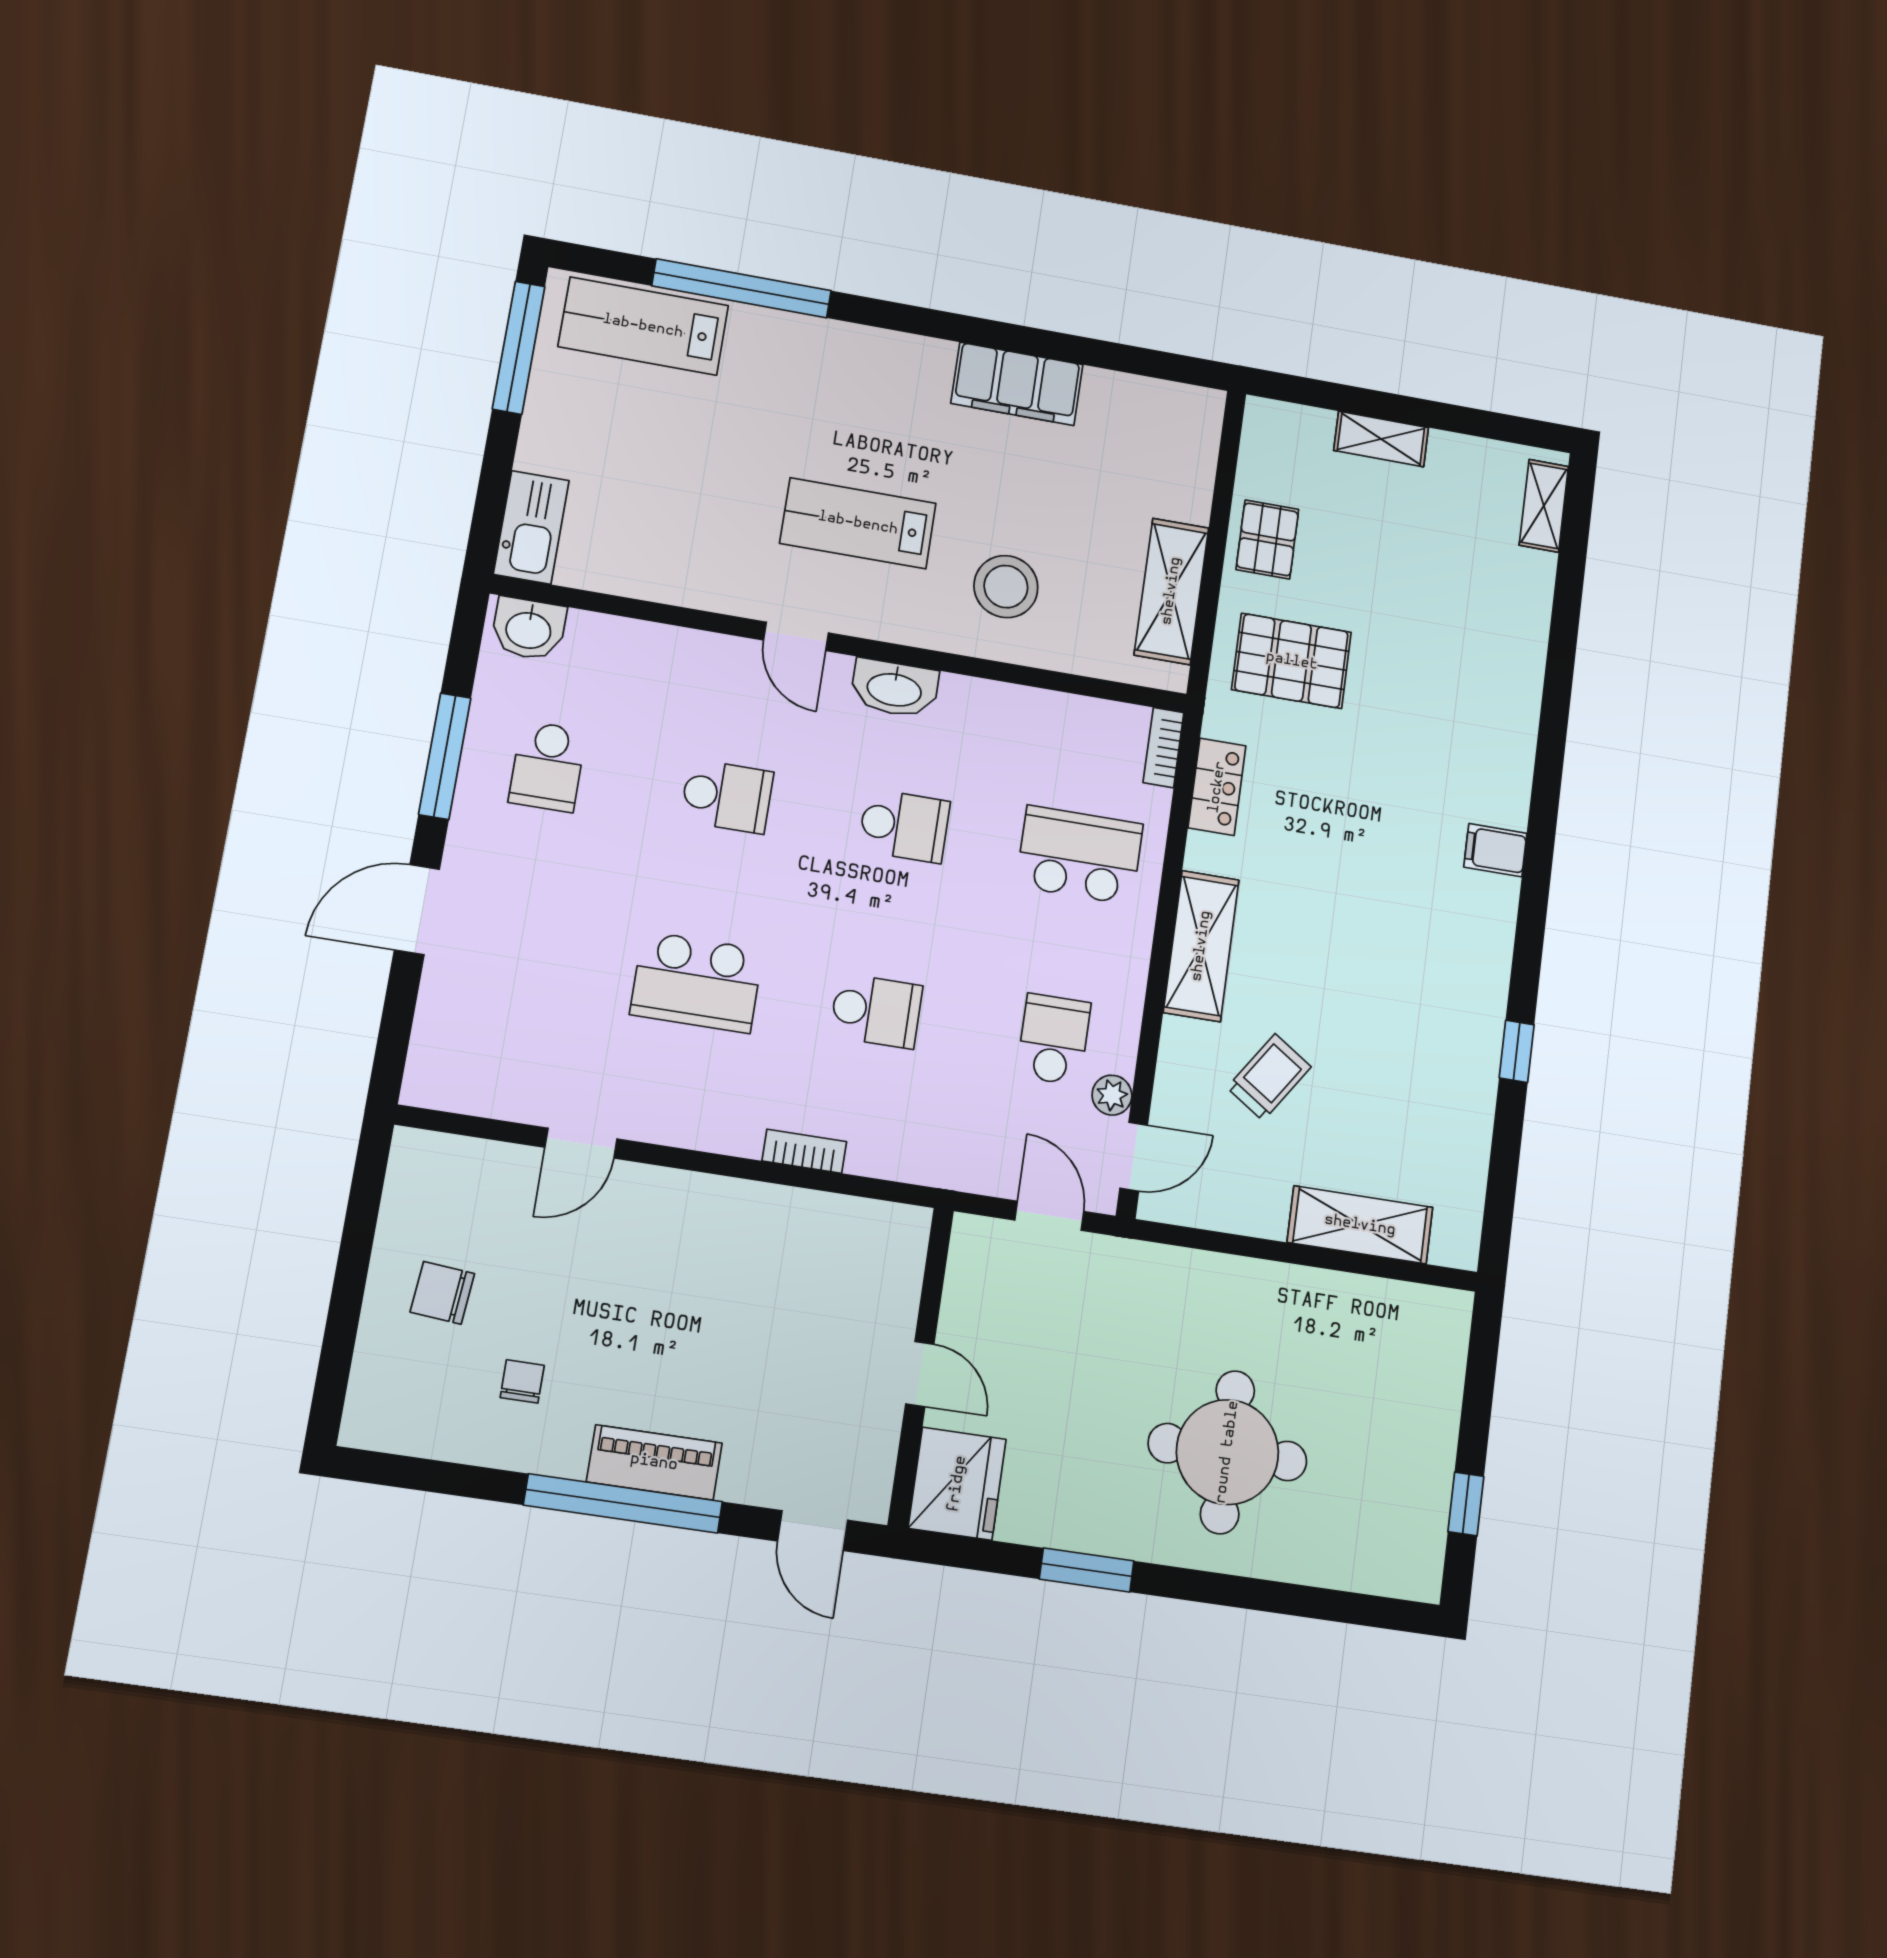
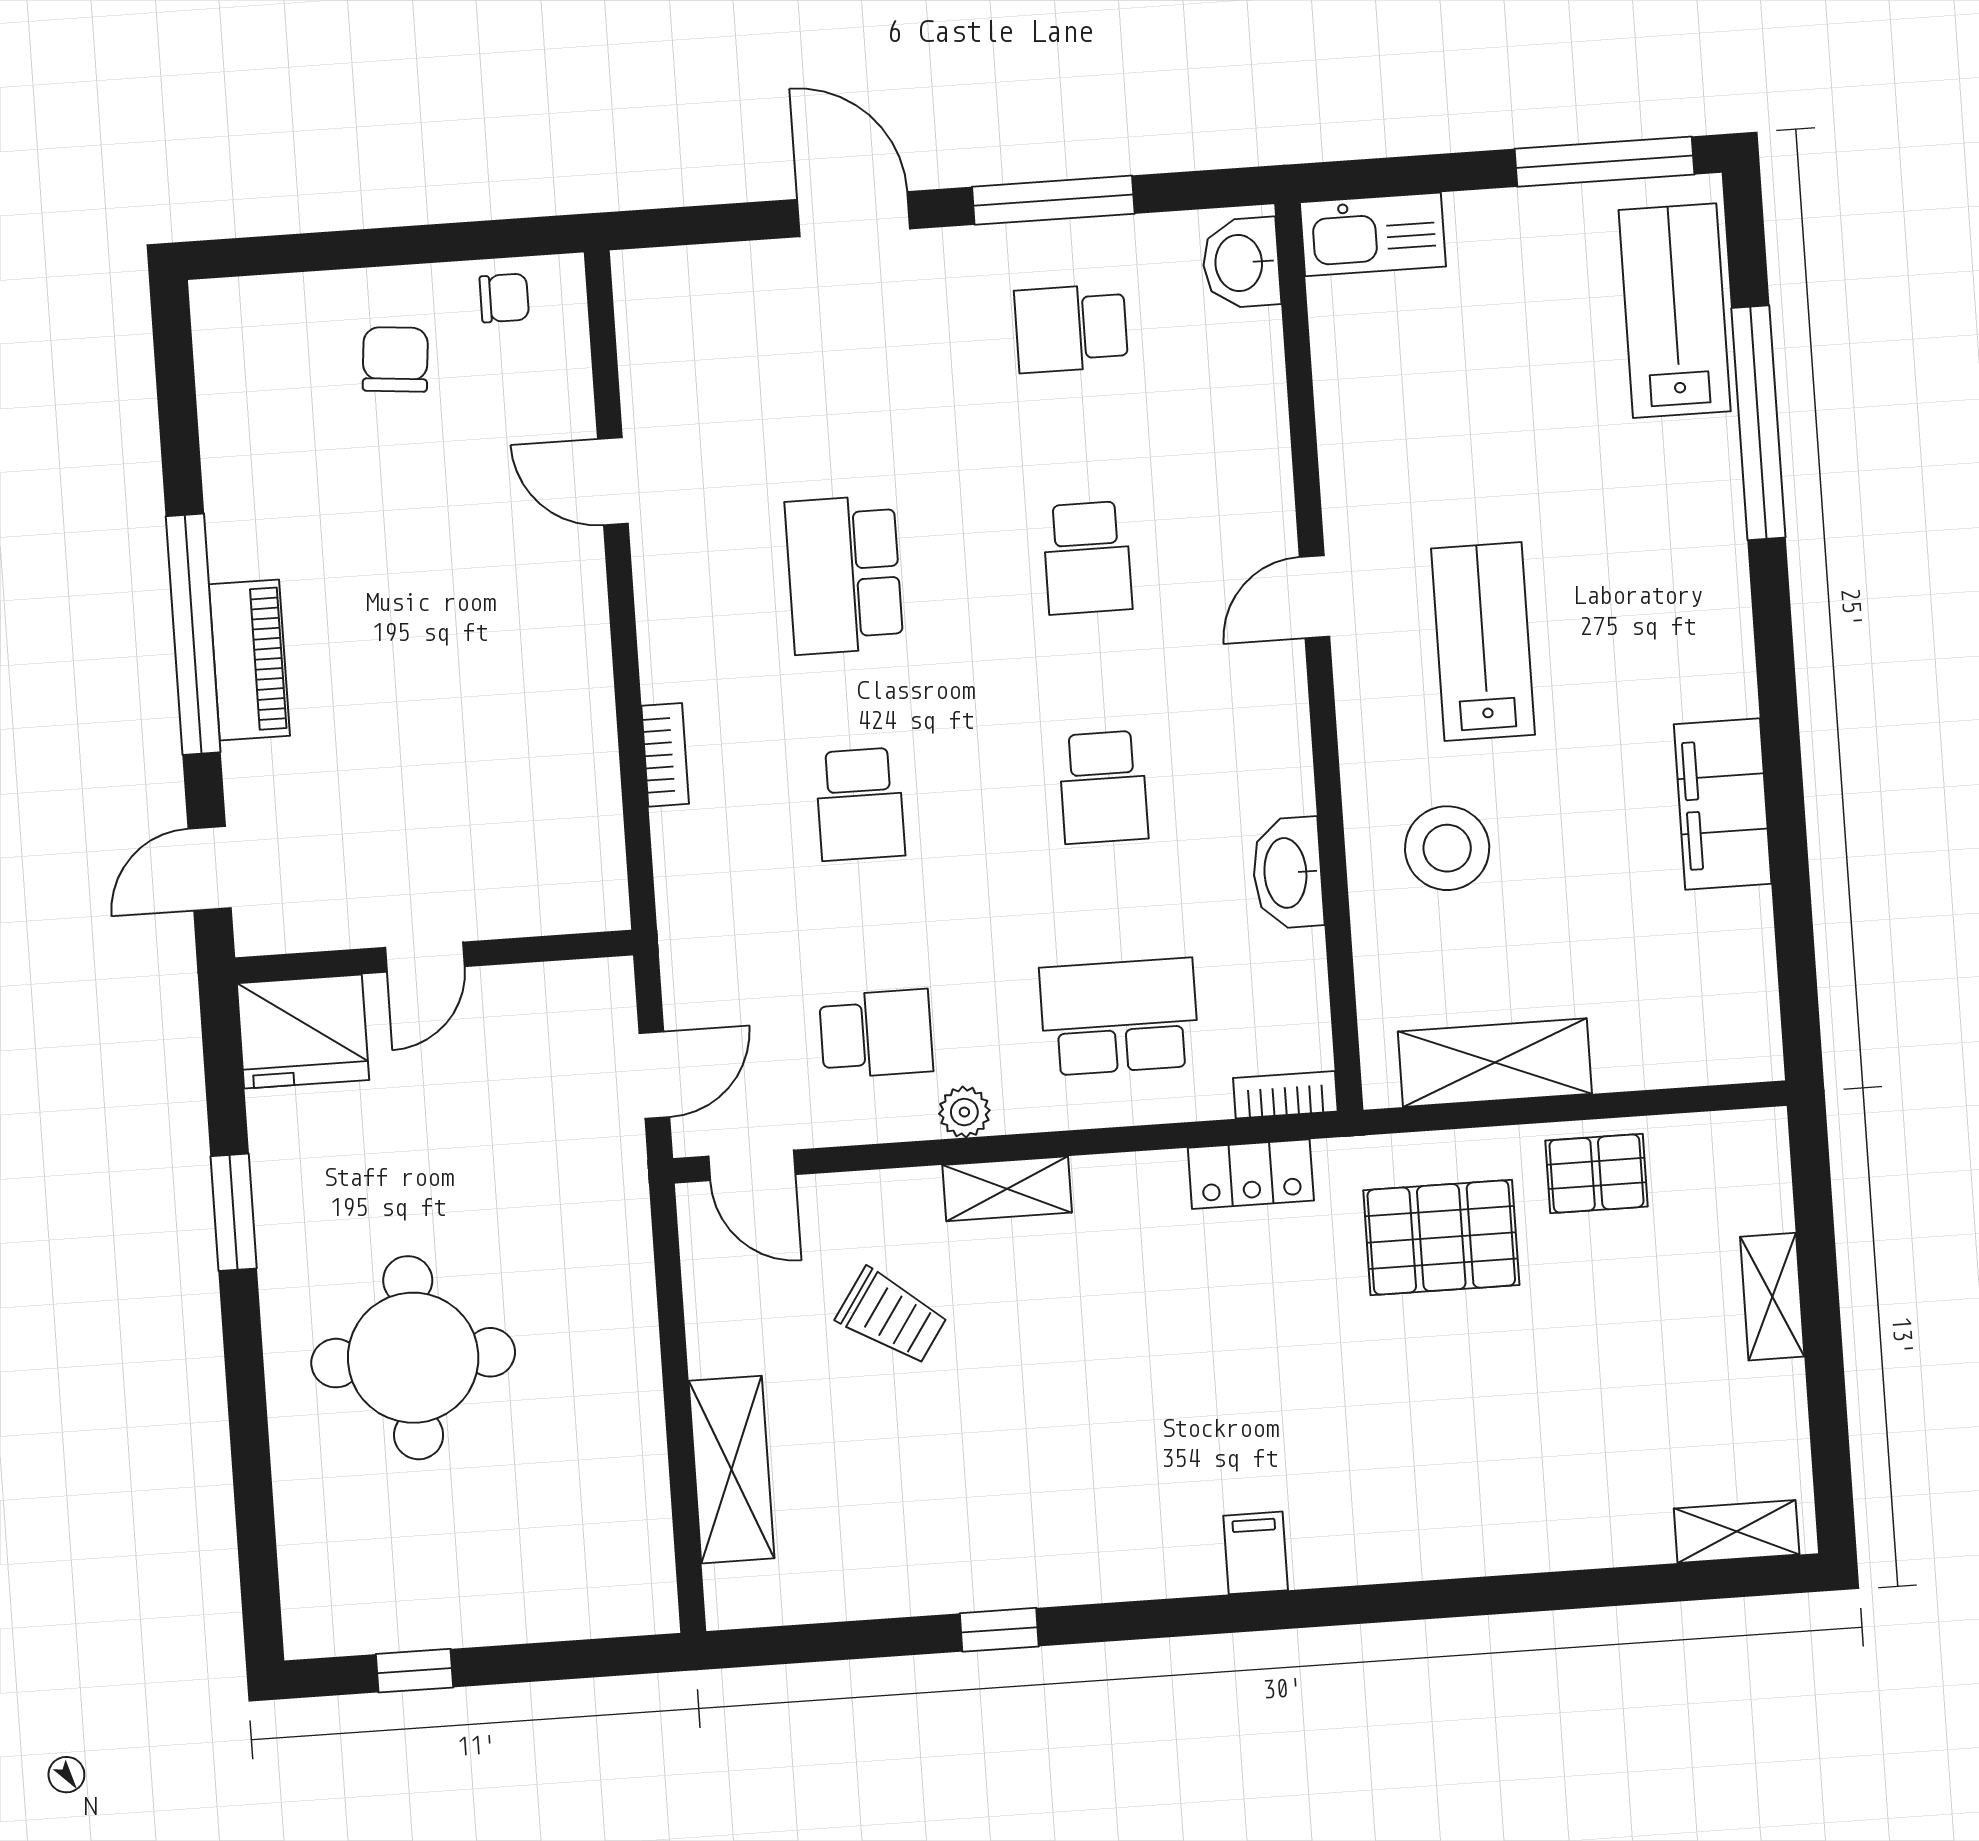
pallet: (1292, 661) -> (1441, 1238), turned 90
washbasin: (894, 688) -> (1287, 873), moved
school desk: (1080, 855) -> (1119, 1017), turned -90
shelving: (1201, 946) -> (1007, 1189), width x0.67, depth x0.75
plant: (1112, 1095) -> (964, 1112), moved
chair: (522, 1381) -> (504, 298), moved

